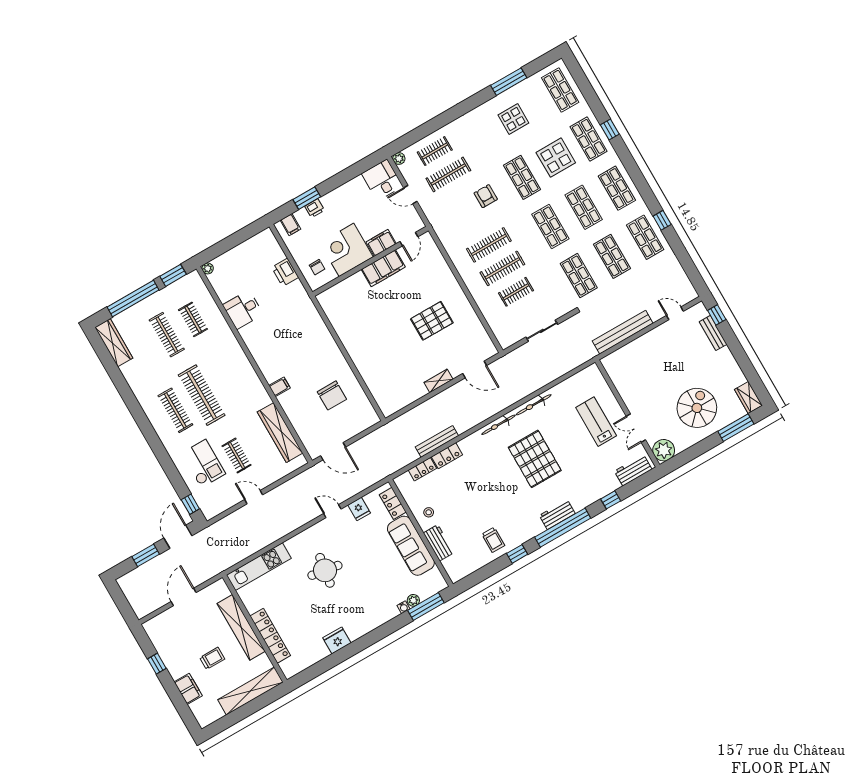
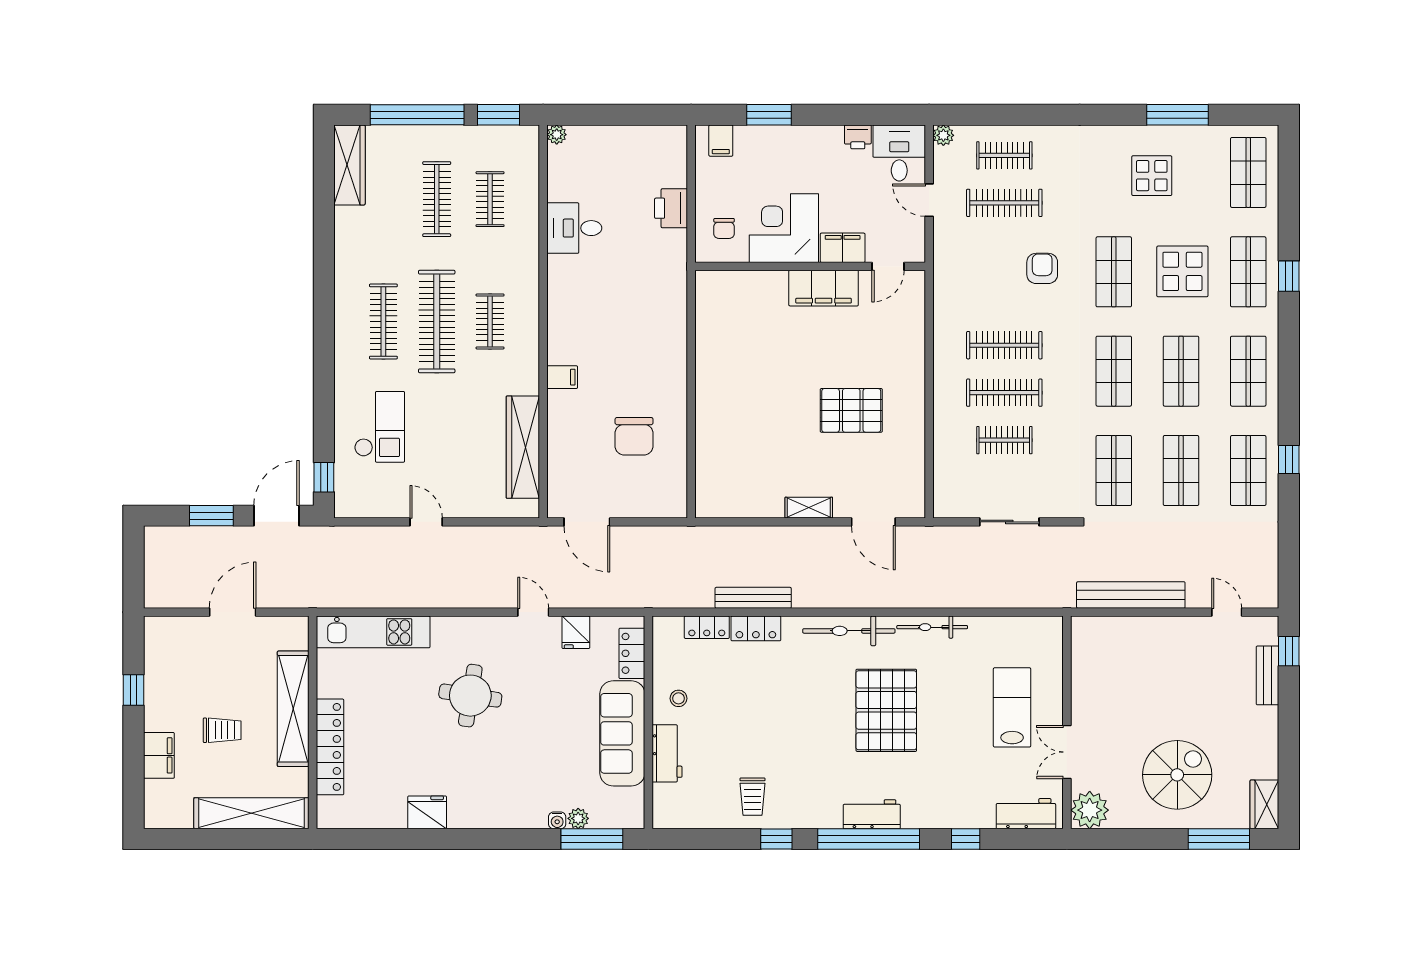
printer: (315, 208) -> (858, 137), moved
bicycle: (498, 425) -> (849, 631), width x1.37, depth x1.40
clothes rail: (237, 456) -> (490, 321), moved

